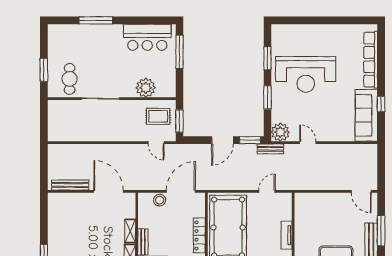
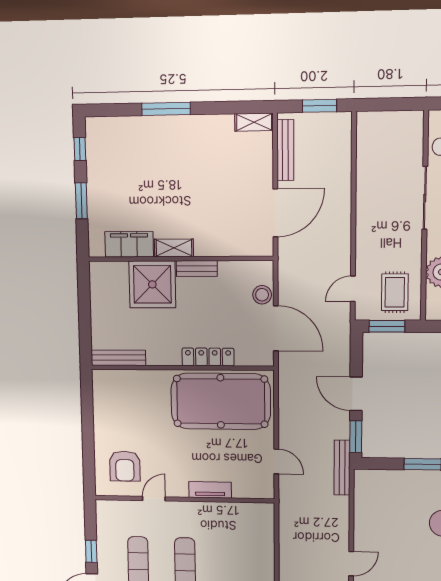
plant: (280, 132) -> (368, 483), removed
door: (308, 143) -> (351, 564), moved
bench: (270, 149) -> (342, 468), width x1.36
window: (44, 164) -> (319, 106), added
shelving: (130, 231) -> (254, 122), moved

